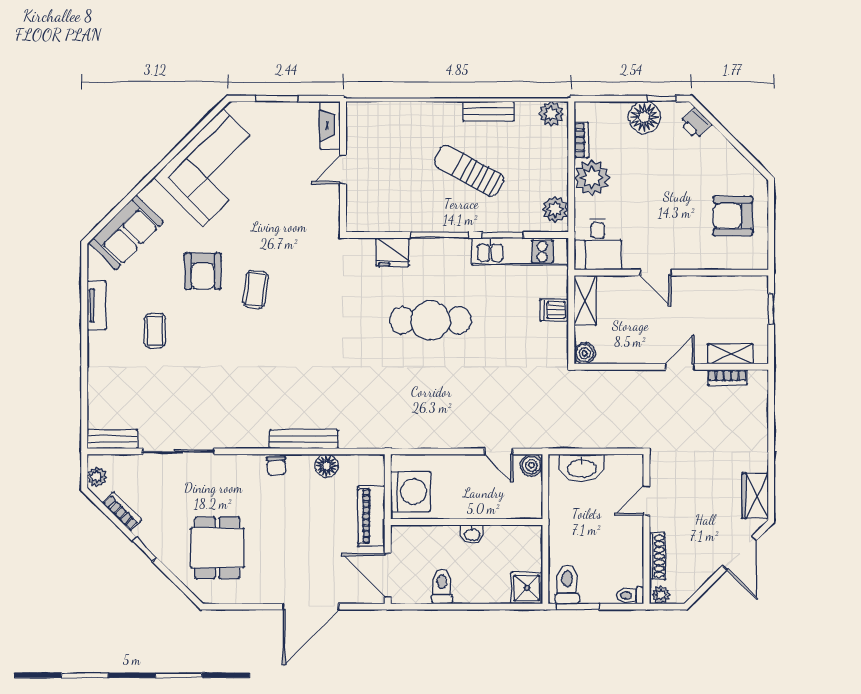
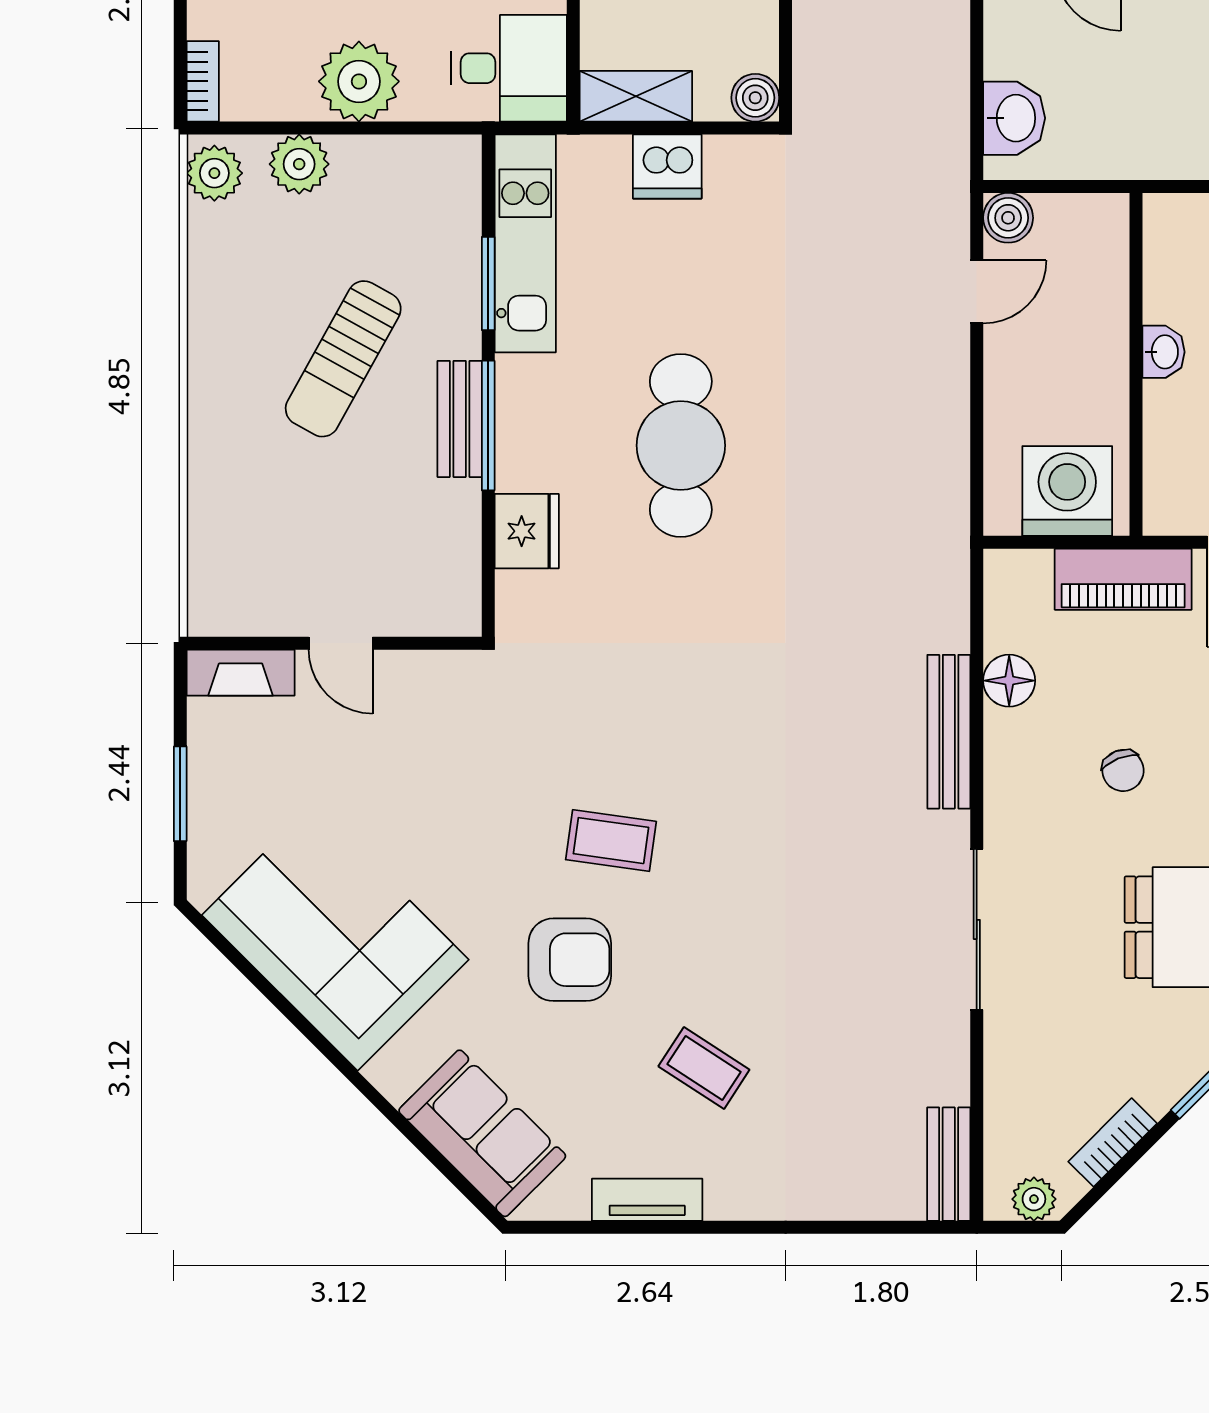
bench: (488, 111) -> (460, 419), moved
bookcase: (581, 140) -> (203, 81), moved, turned 90
plant: (555, 209) -> (299, 164), moved
dishwasher: (554, 310) -> (667, 166), width x1.38
coffee table: (155, 331) -> (704, 1068), turned 33
sliding door: (178, 451) -> (977, 929), moved
chair: (276, 466) -> (1123, 770), moved, turned 71
washbasin: (582, 468) -> (1014, 118), width x0.72

